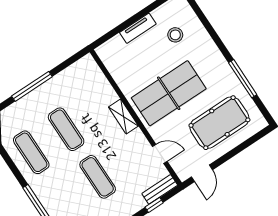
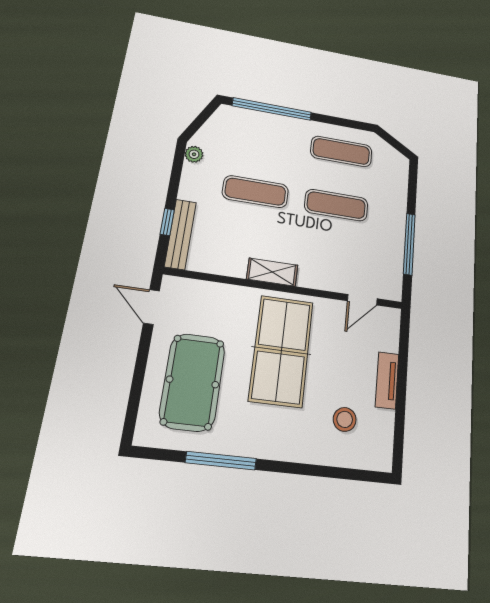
window: (32, 86) -> (409, 244), moved
shelving: (123, 116) -> (272, 272), moved
door: (160, 154) -> (362, 300), moved
bench: (160, 189) -> (180, 234), width x1.36

